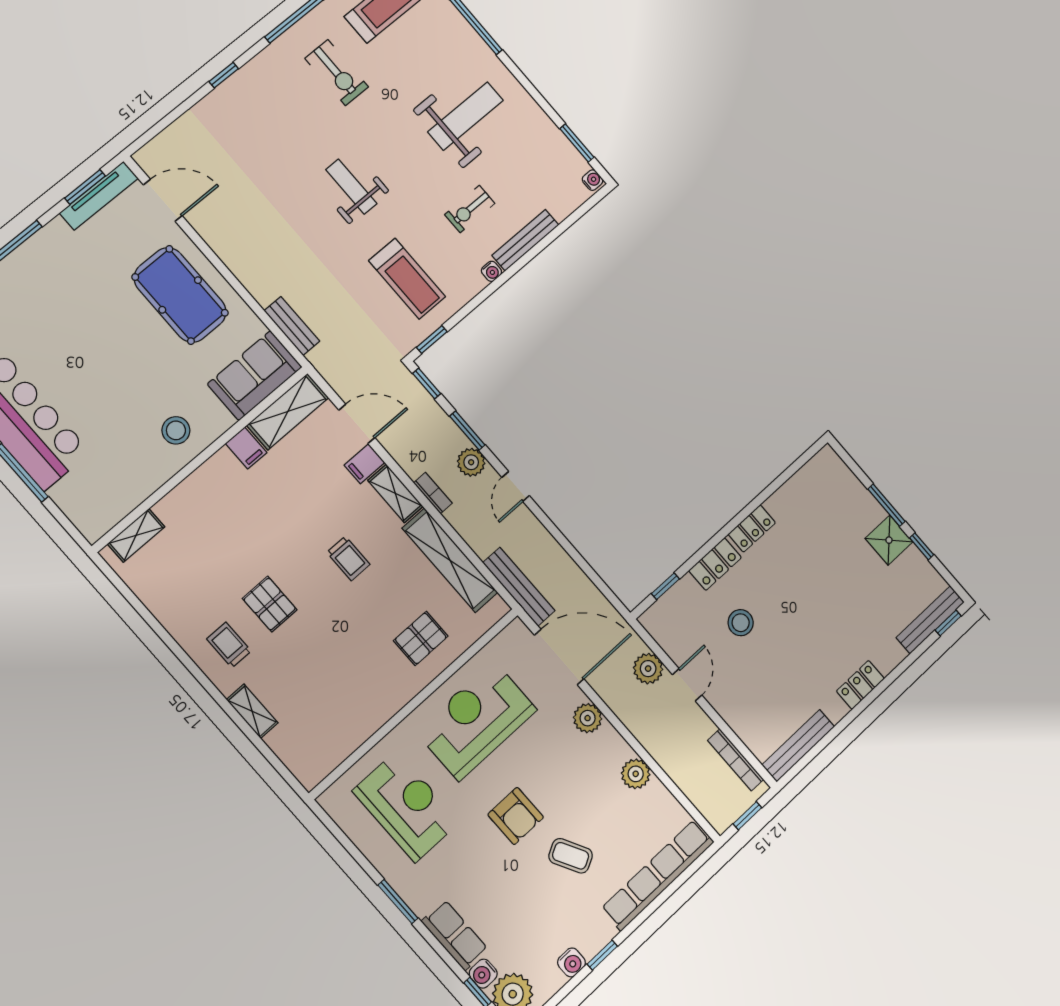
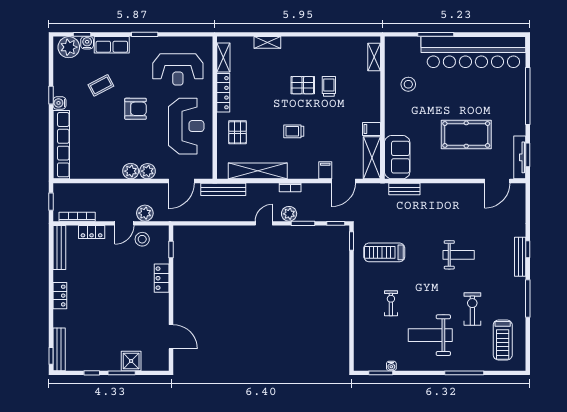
exercise bike: (337, 73) -> (472, 309), moved, turned 90
weight bench: (466, 116) -> (430, 335), turned 90
water cooler: (593, 180) -> (391, 366), moved
weight bench: (351, 187) -> (459, 255), moved
bench: (525, 240) -> (520, 257), moved
water cooler: (491, 271) -> (358, 290), removed
pool table: (180, 295) -> (466, 134), moved
stool: (176, 430) -> (408, 84), moved
door: (781, 480) -> (171, 337), added
door: (516, 486) -> (264, 223), hinge flipped
shelving: (395, 493) -> (223, 57), moved, turned 90
locker: (752, 528) -> (92, 232), moved, turned -90
shower: (889, 540) -> (131, 361), moved
stool: (741, 623) -> (142, 239), moved
trolley: (229, 645) -> (329, 86), moved, turned -90
door: (559, 657) -> (181, 181), width x0.73
door: (687, 685) -> (124, 223), hinge flipped
locker: (382, 710) -> (223, 93), added
plant: (636, 774) -> (131, 171), moved
armchair: (516, 816) -> (135, 109), turned 180
coffee table: (571, 856) -> (101, 85), moved
water cooler: (571, 962) -> (59, 103), moved

